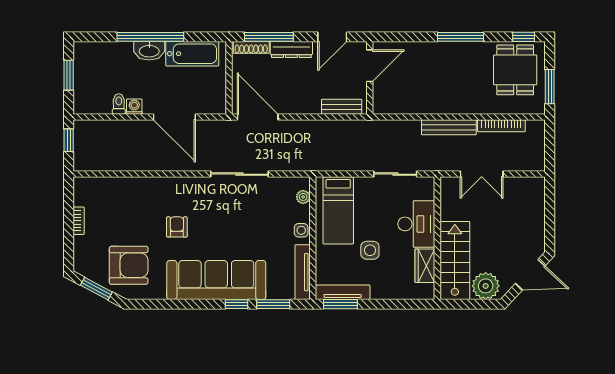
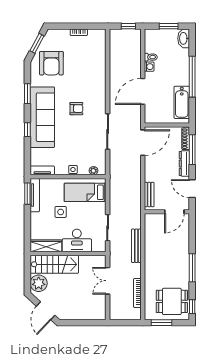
washbasin: (149, 51) -> (184, 38), moved
door: (370, 66) -> (174, 212), hinge flipped
bench: (449, 127) -> (136, 246), moved
armchair: (177, 227) -> (76, 109), moved
wardrobe: (425, 266) -> (46, 246), width x1.50
tv unit: (303, 272) -> (42, 170), width x0.71
window: (273, 304) -> (27, 94), moved

